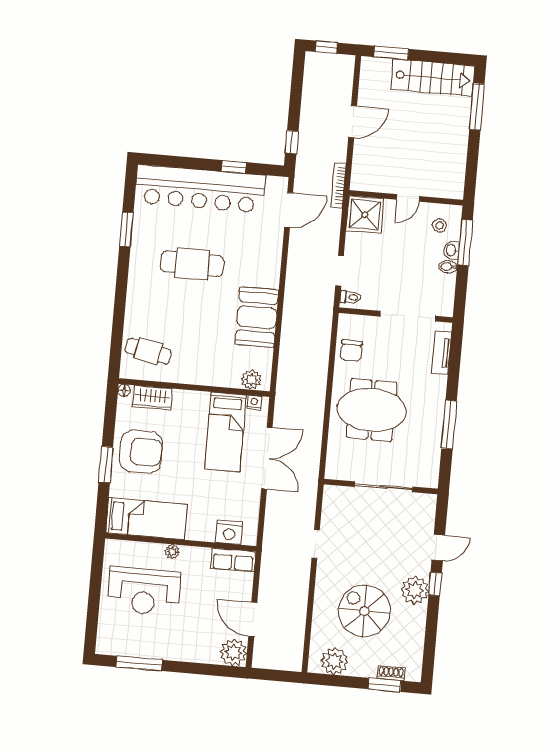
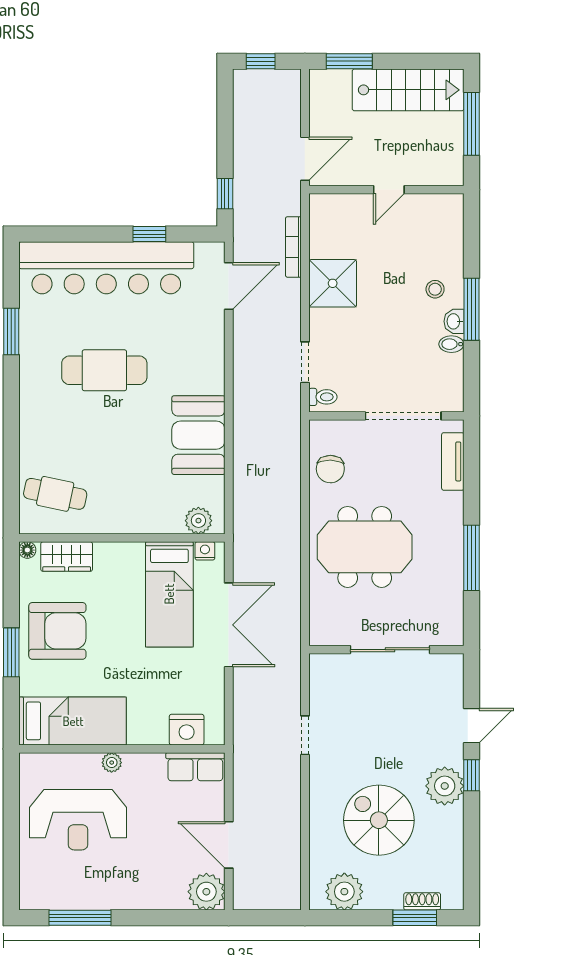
wall: (406, 198) -> (386, 190), moved
door: (408, 198) -> (389, 190), moved

